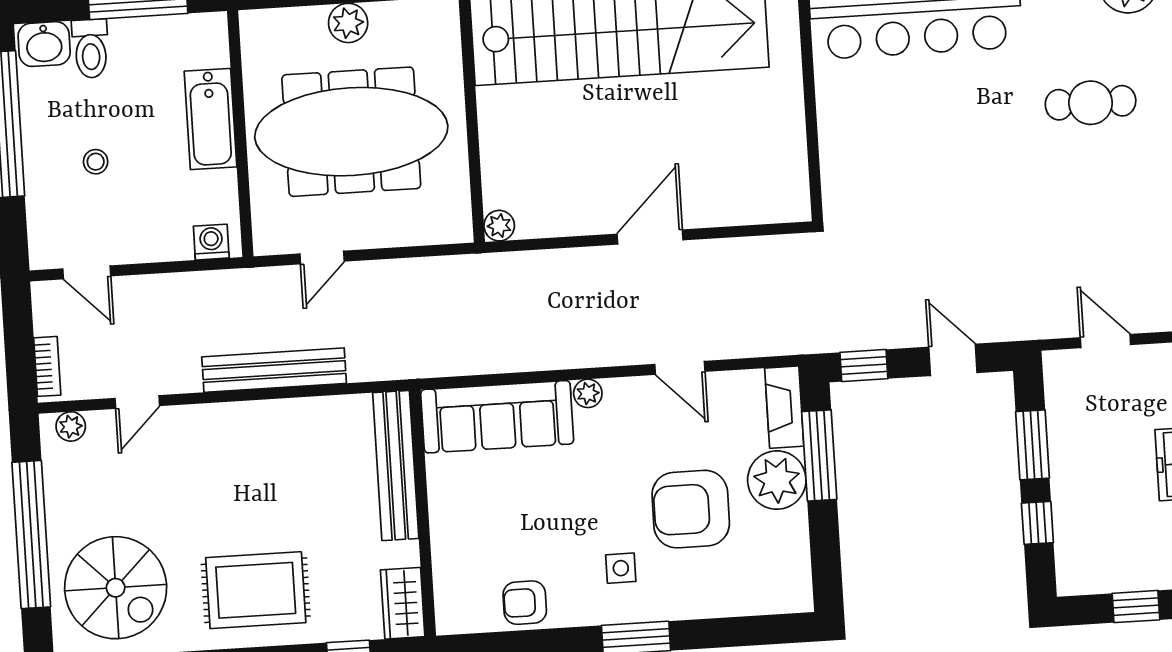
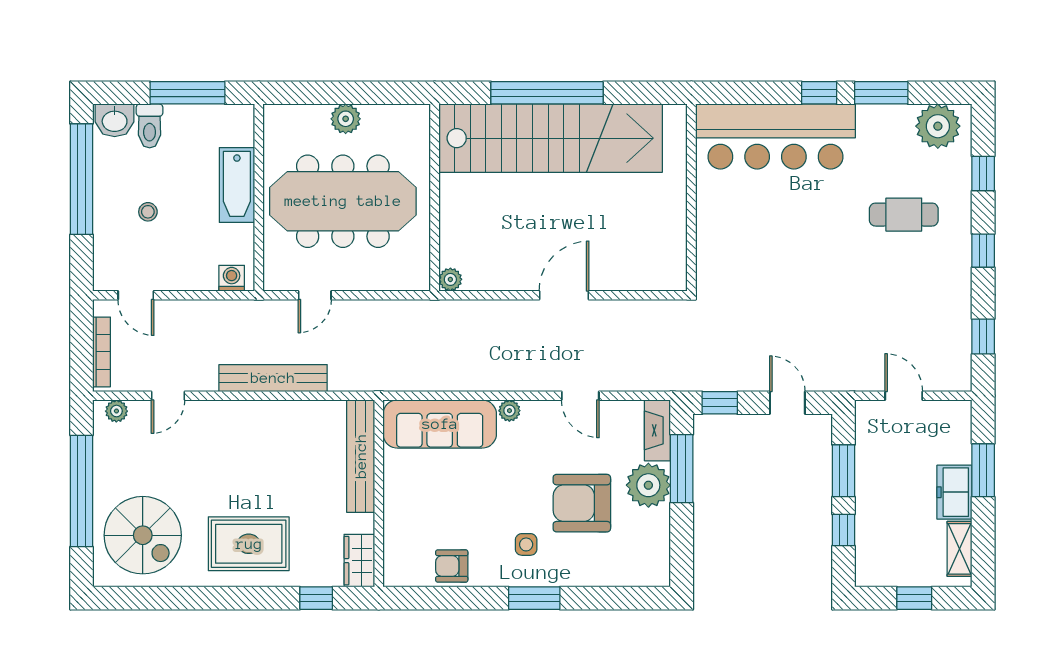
bookcase: (47, 366) -> (102, 352), width x1.56

